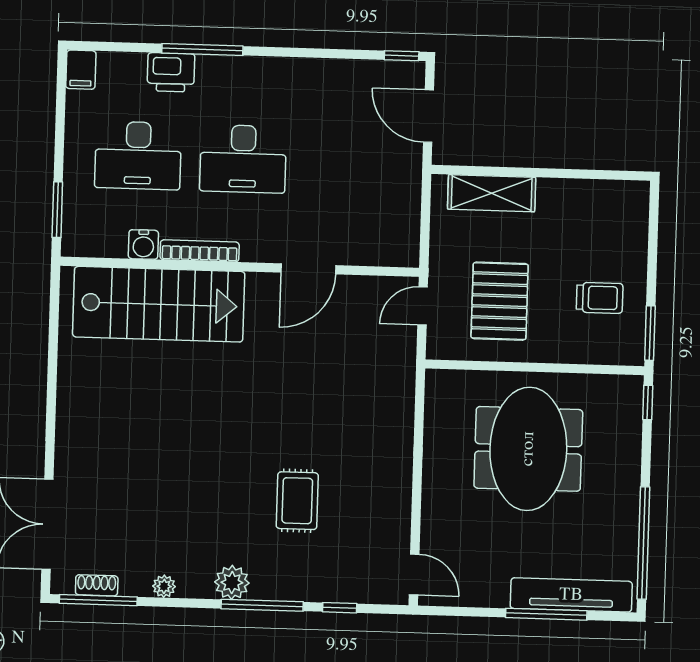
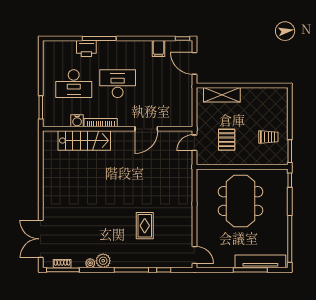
filing cabinet: (81, 70) -> (159, 49), moved
desk: (243, 159) -> (118, 84), turned 180
pallet: (500, 301) -> (227, 140), width x0.67, depth x0.71
stairs: (159, 304) -> (84, 141), width x0.73, depth x0.66
plant: (232, 582) -> (103, 261), moved

